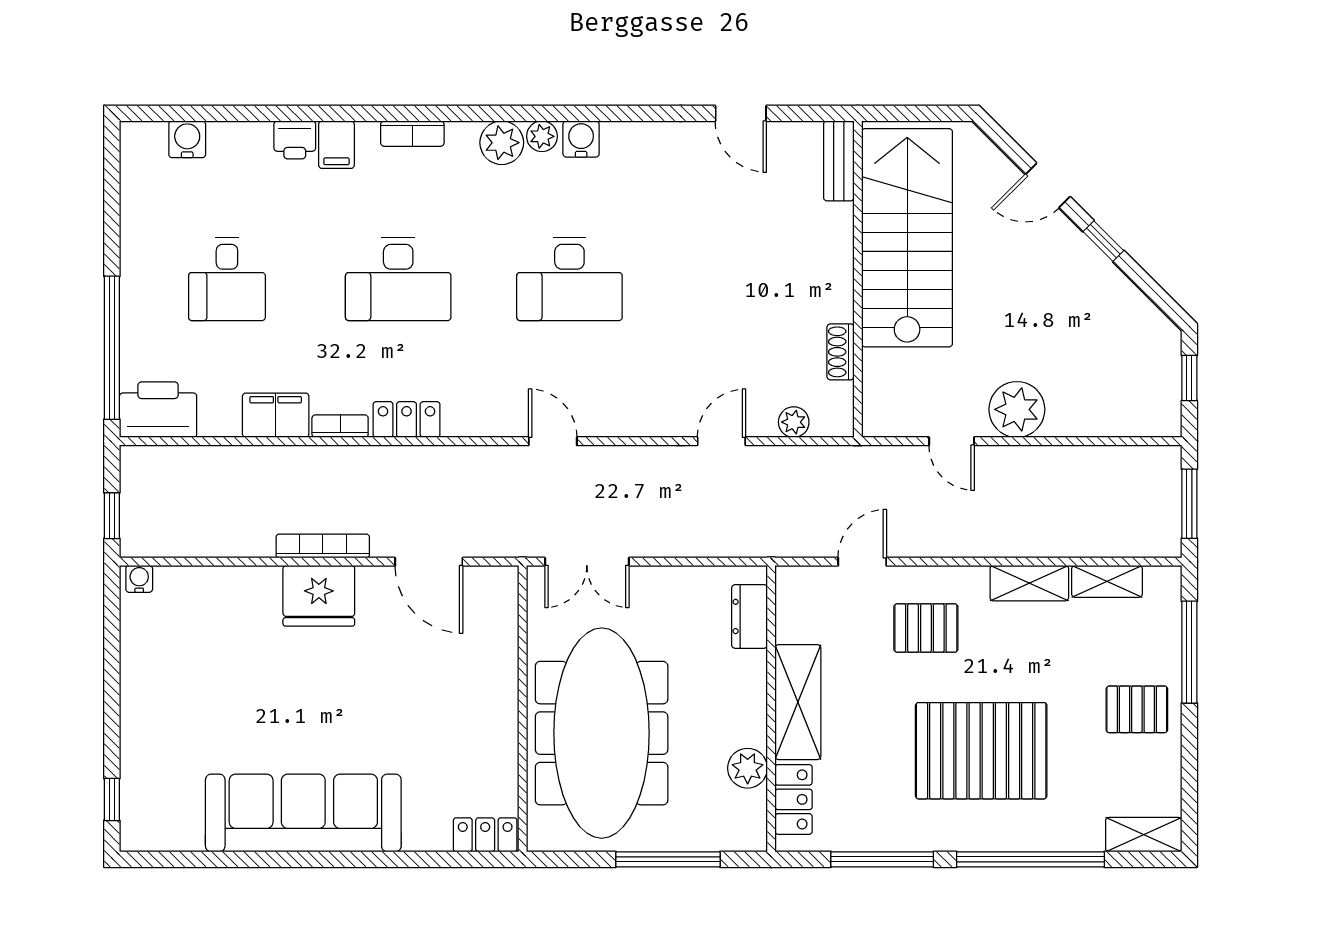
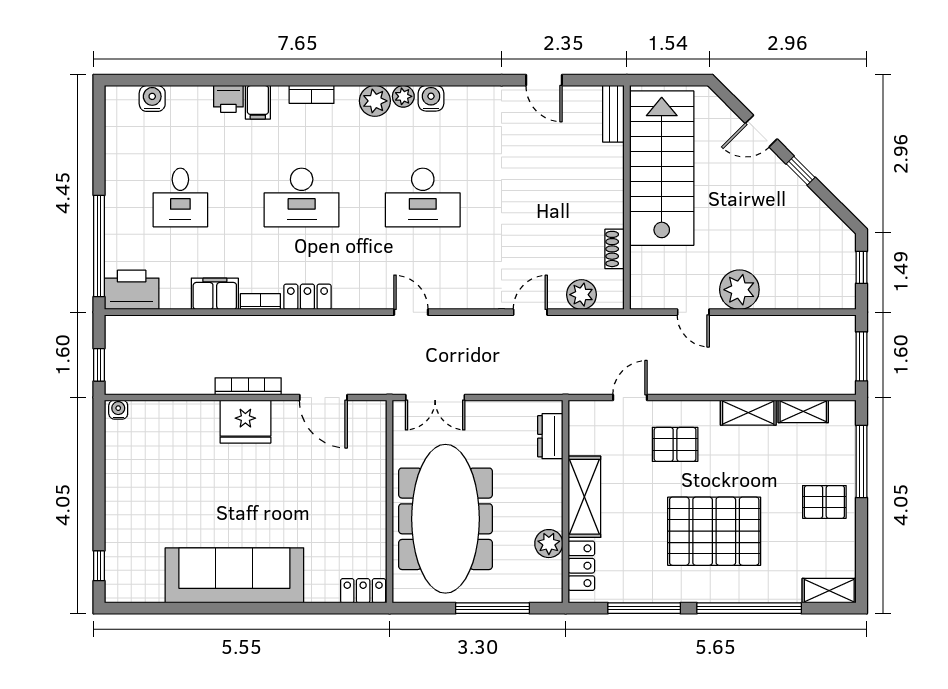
plant: (794, 422) -> (581, 295), width x1.38, depth x1.38

